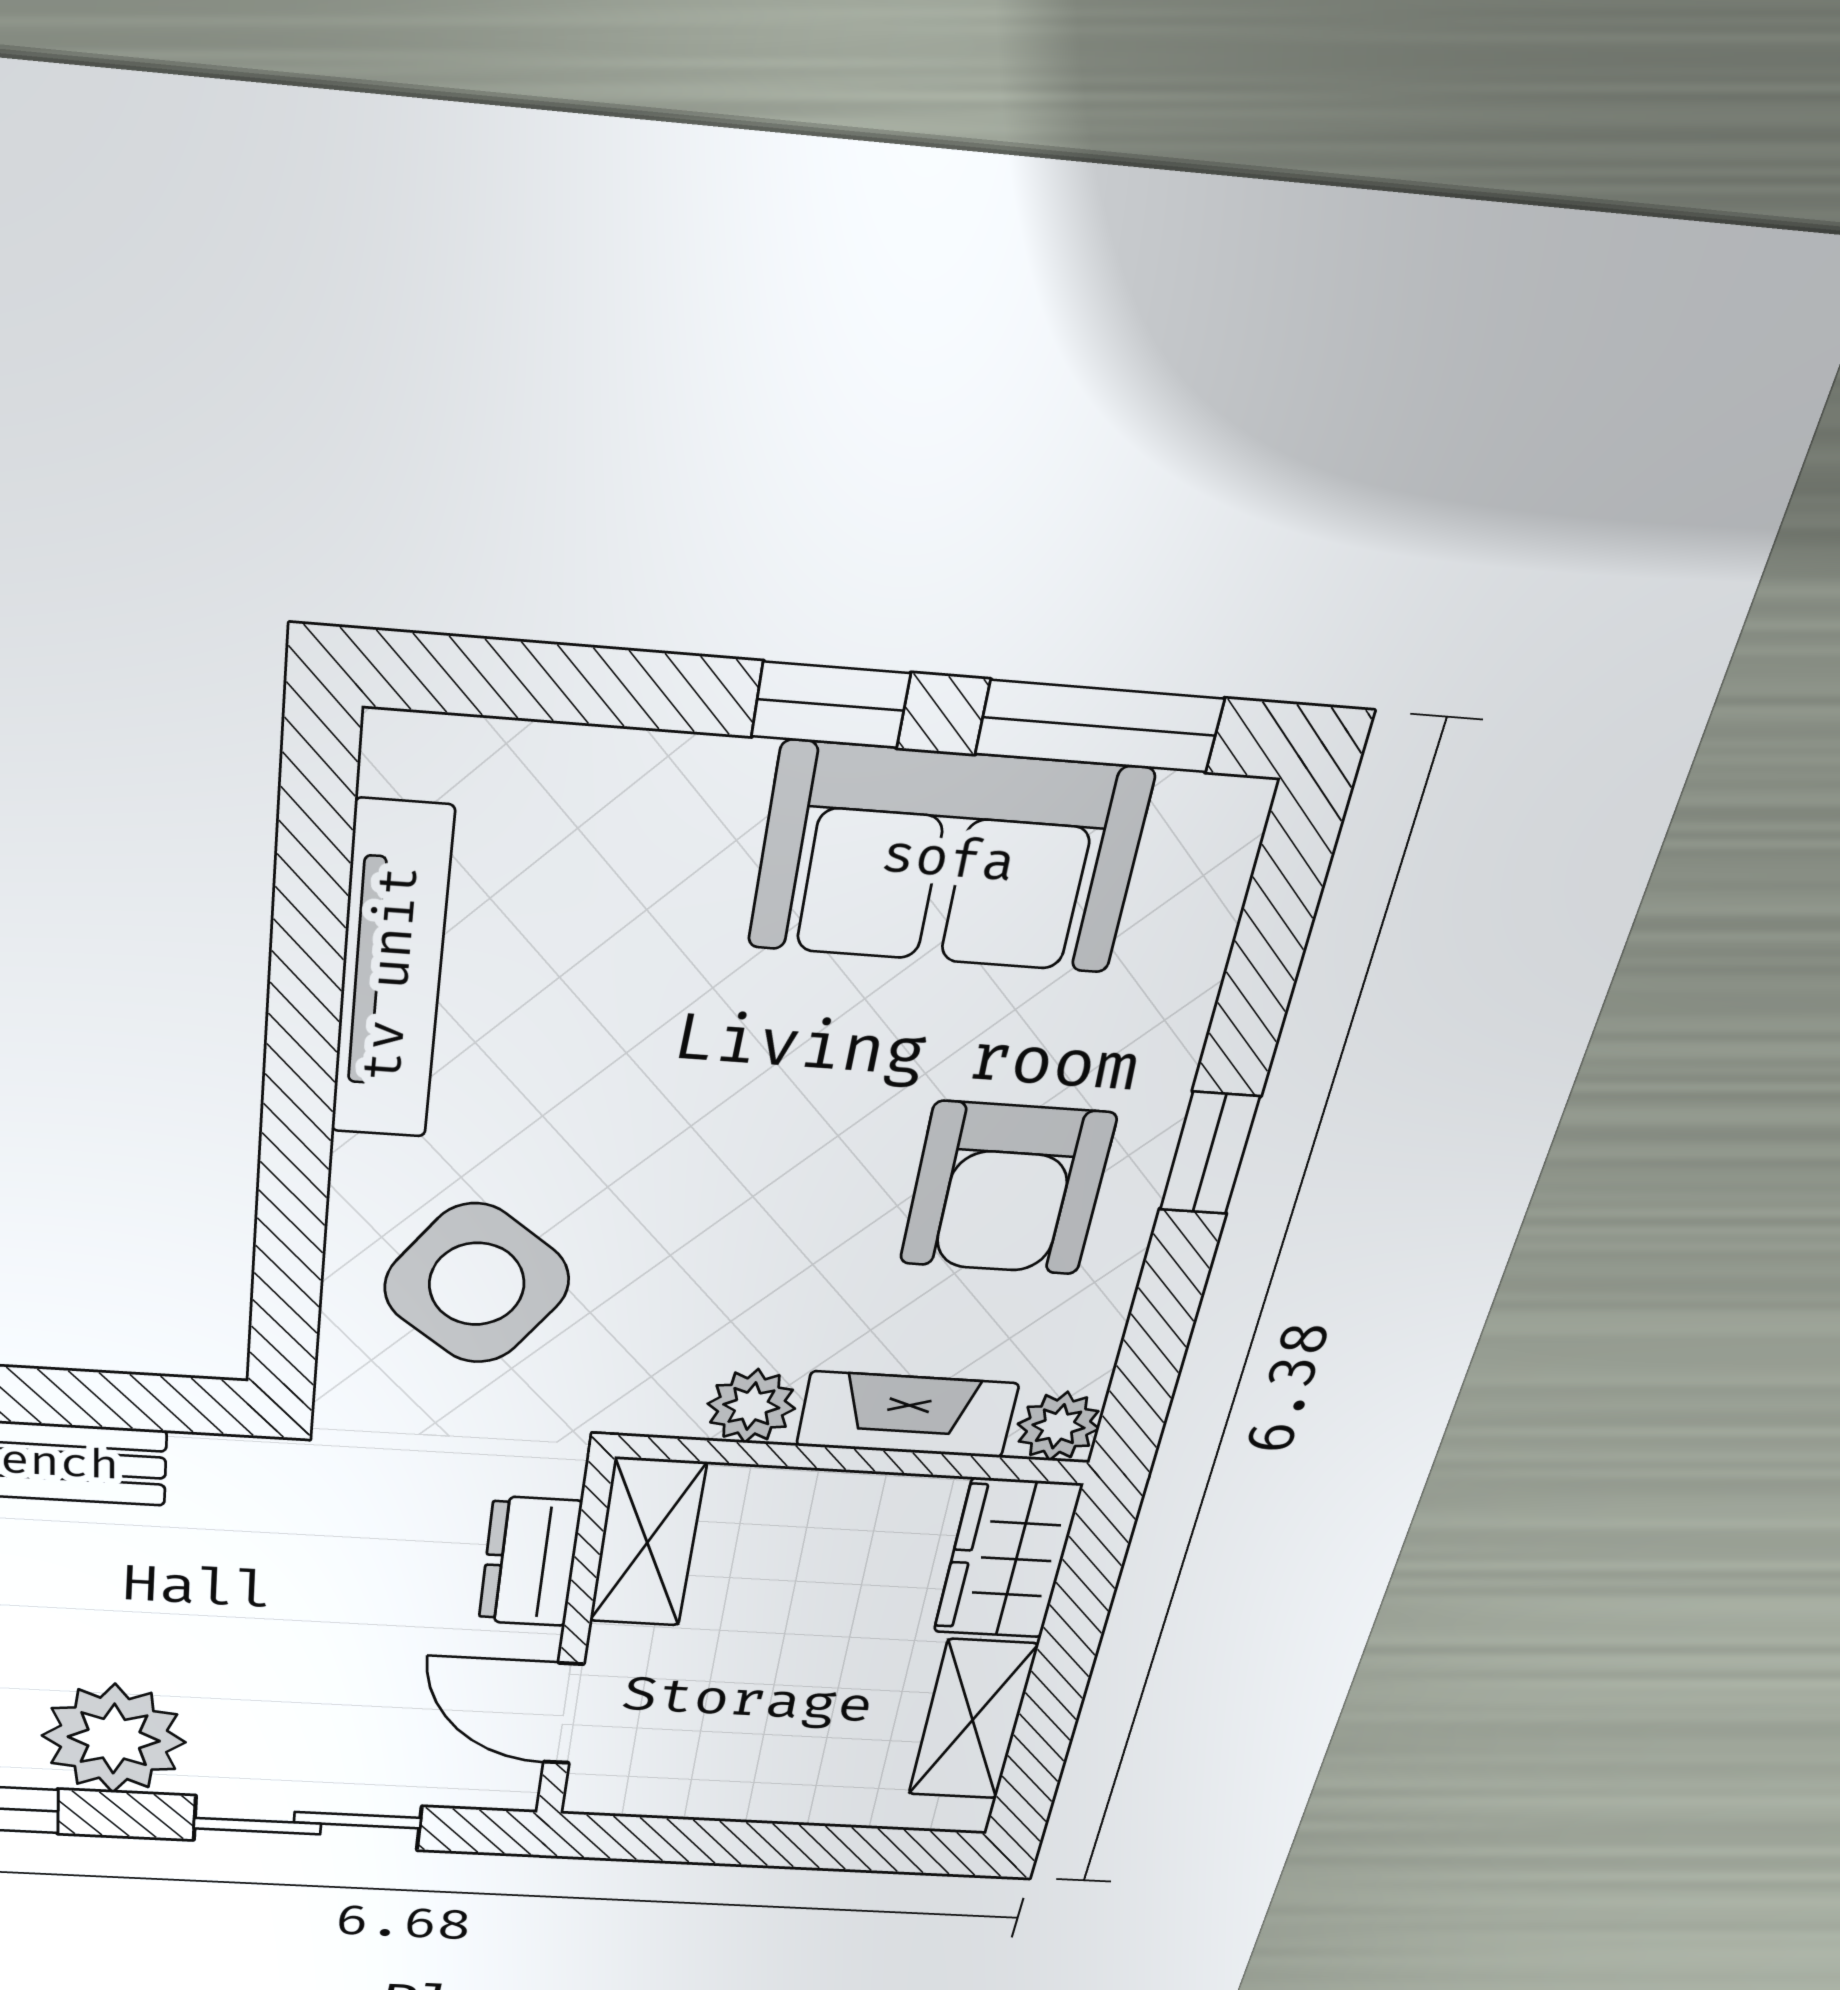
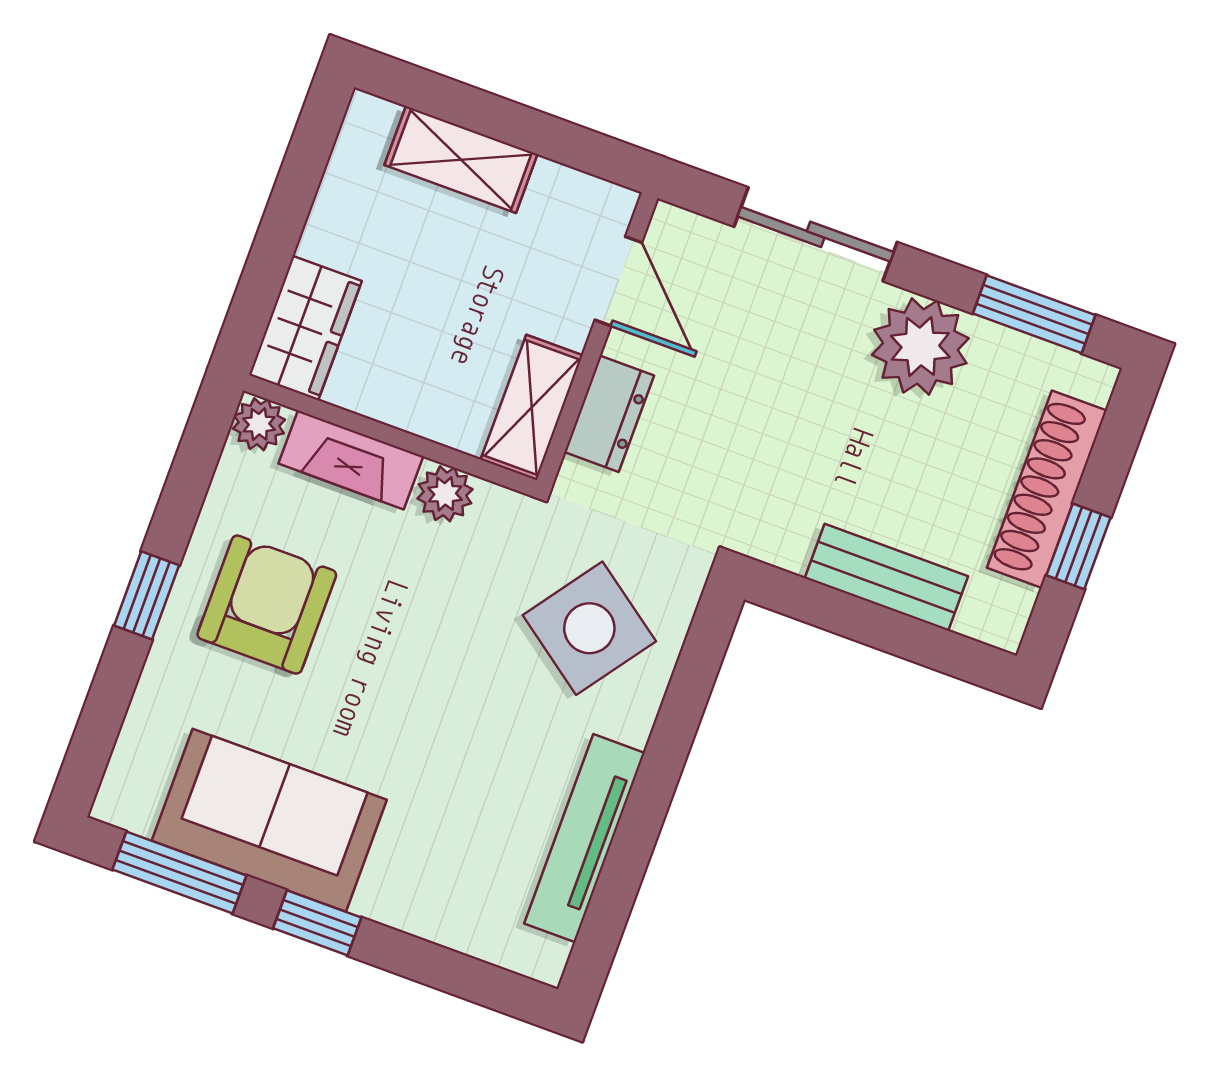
shelving: (973, 1720) -> (461, 160), moved, turned 90

